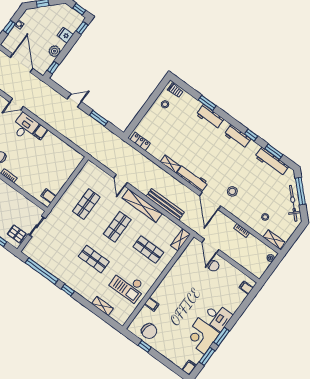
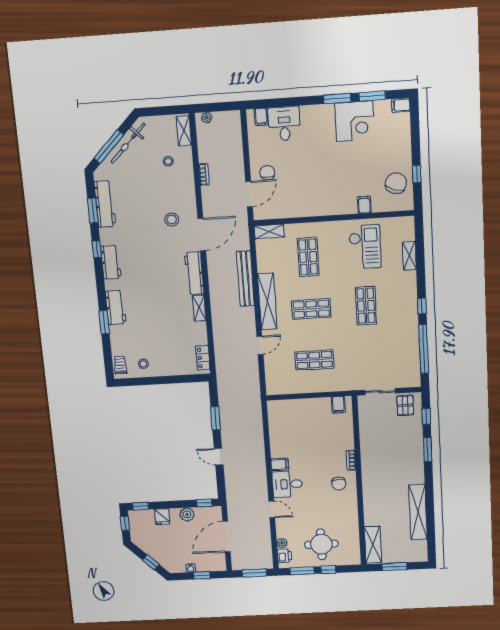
desk: (218, 317) -> (284, 124), moved

